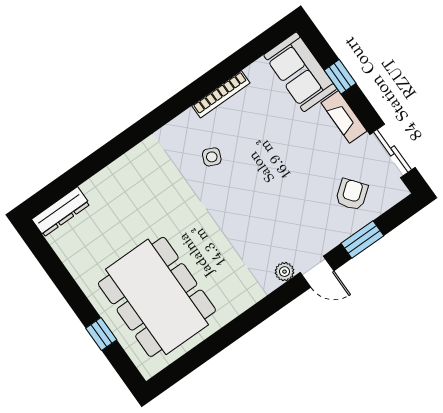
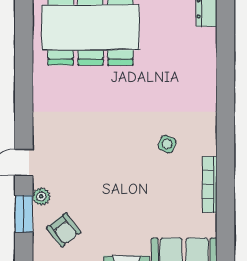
plant: (285, 272) -> (41, 196), moved

